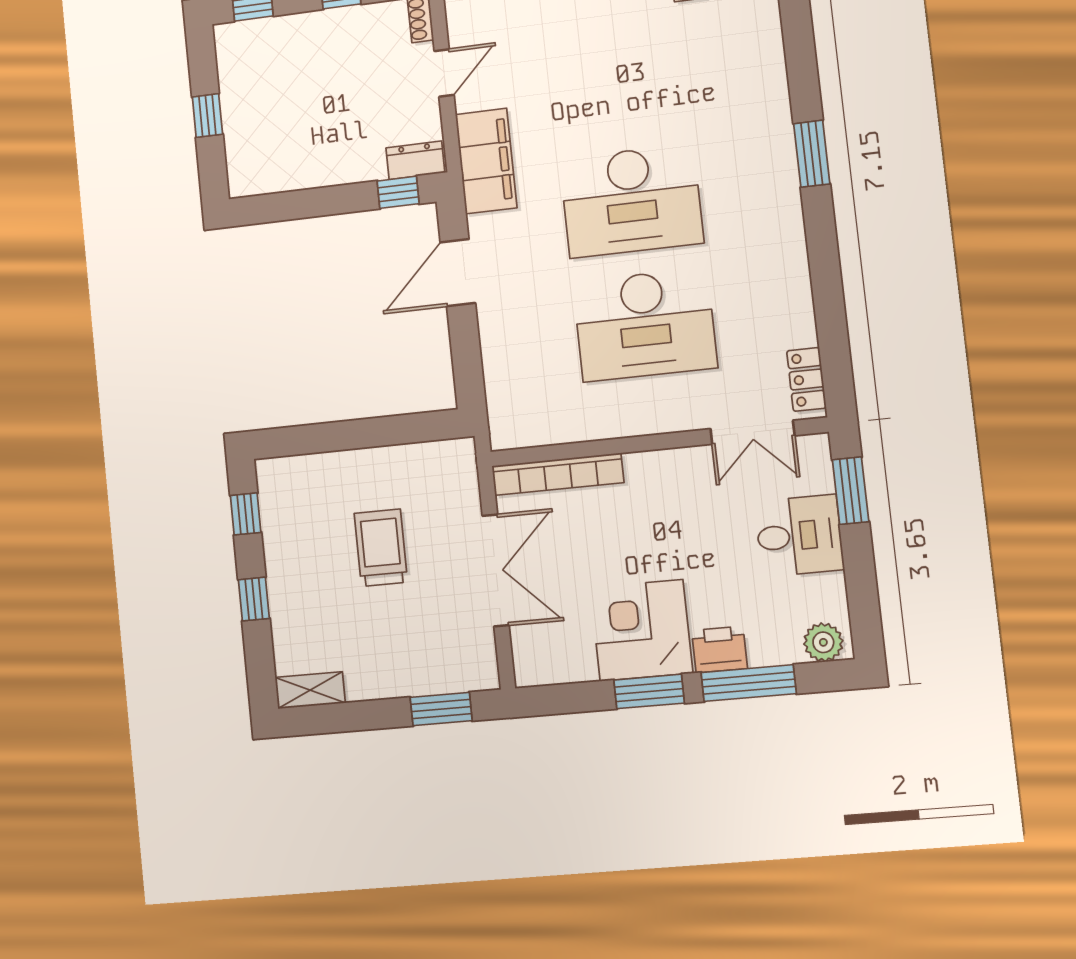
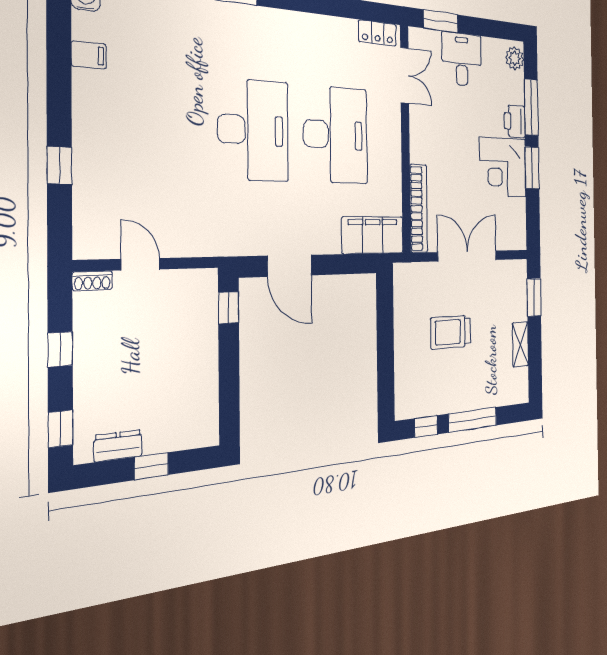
dresser: (415, 160) -> (118, 446), moved, turned 90
filing cabinet: (486, 161) -> (373, 235), moved
window: (254, 599) -> (473, 420), width x2.17
shelving: (310, 690) -> (520, 344), moved

